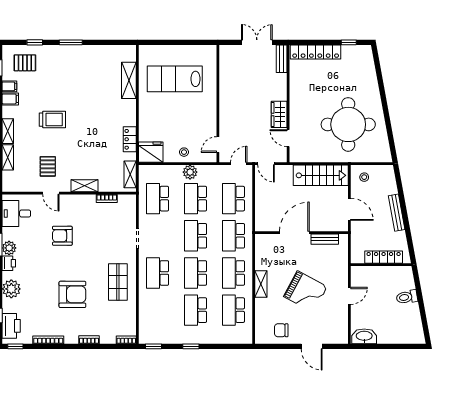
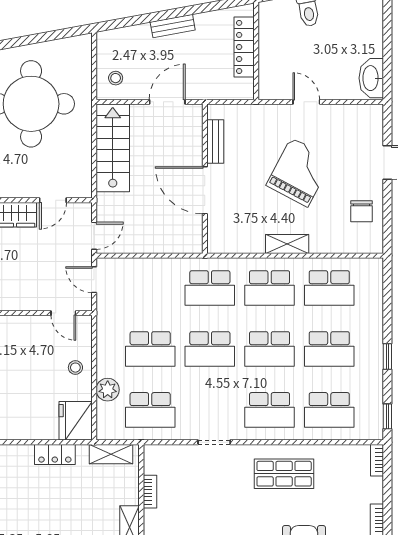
plant: (190, 172) -> (108, 390), moved
school desk: (233, 199) -> (329, 410), moved
bench: (397, 213) -> (173, 26), width x0.73

